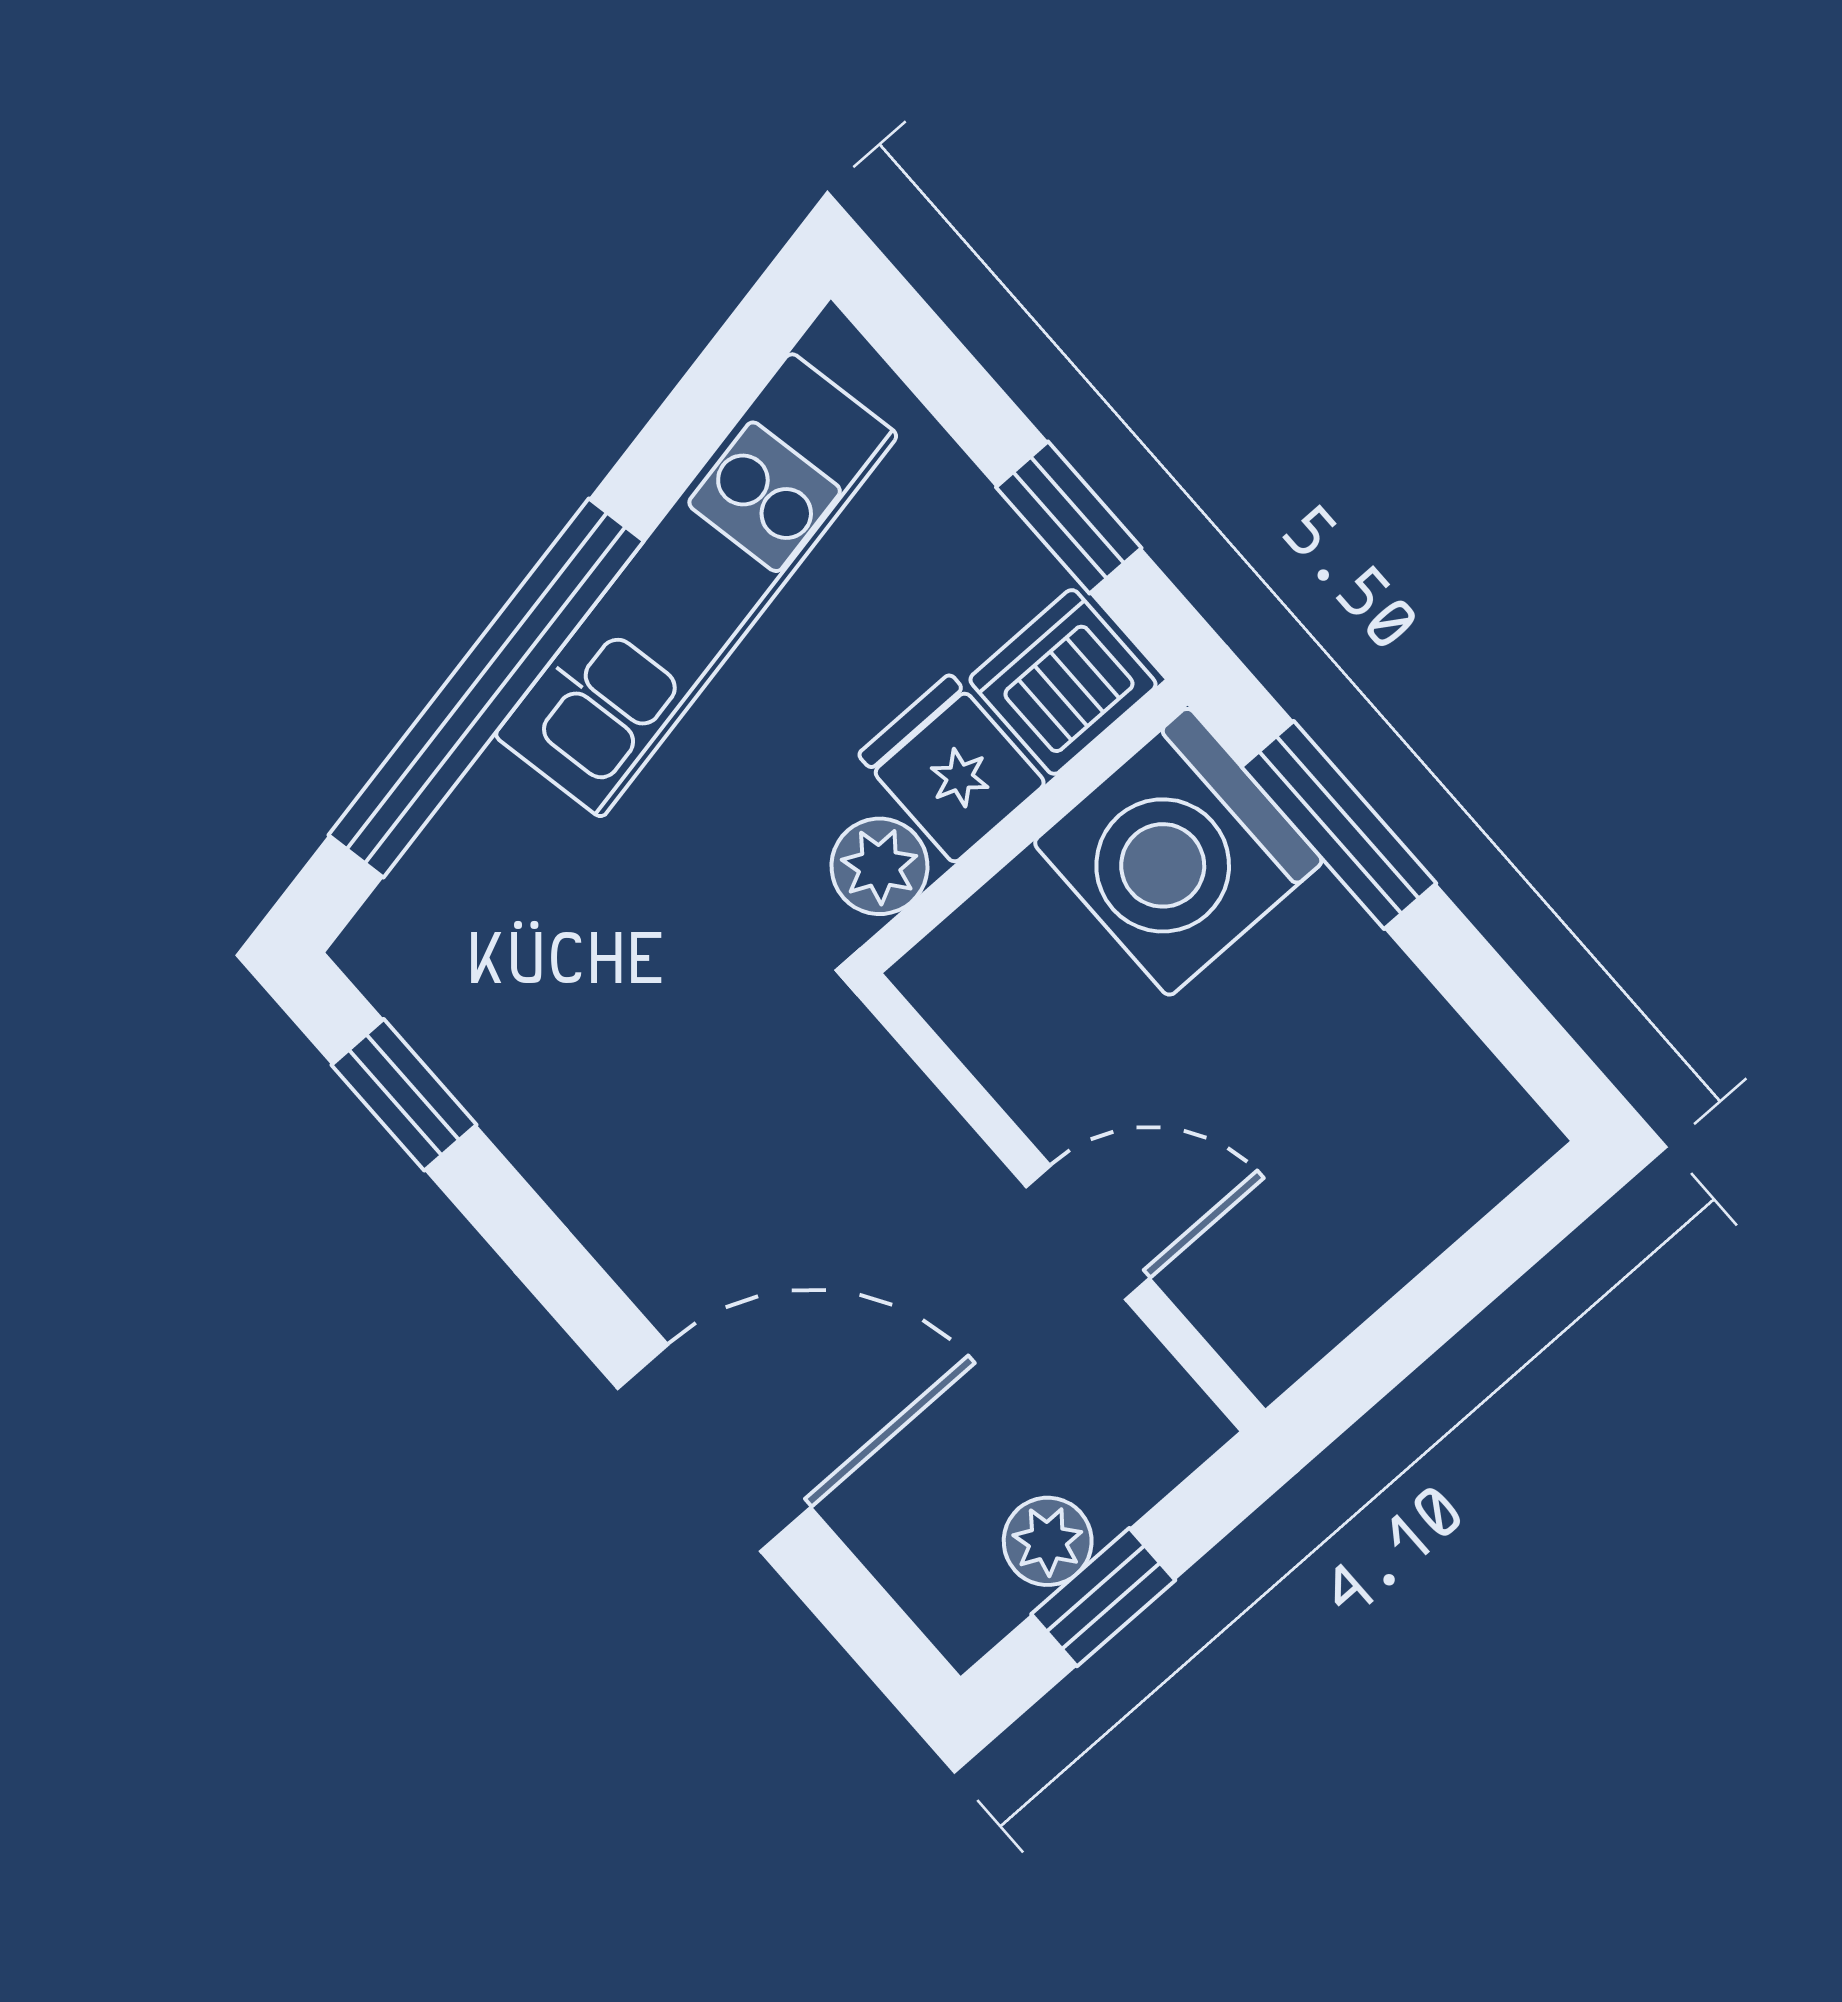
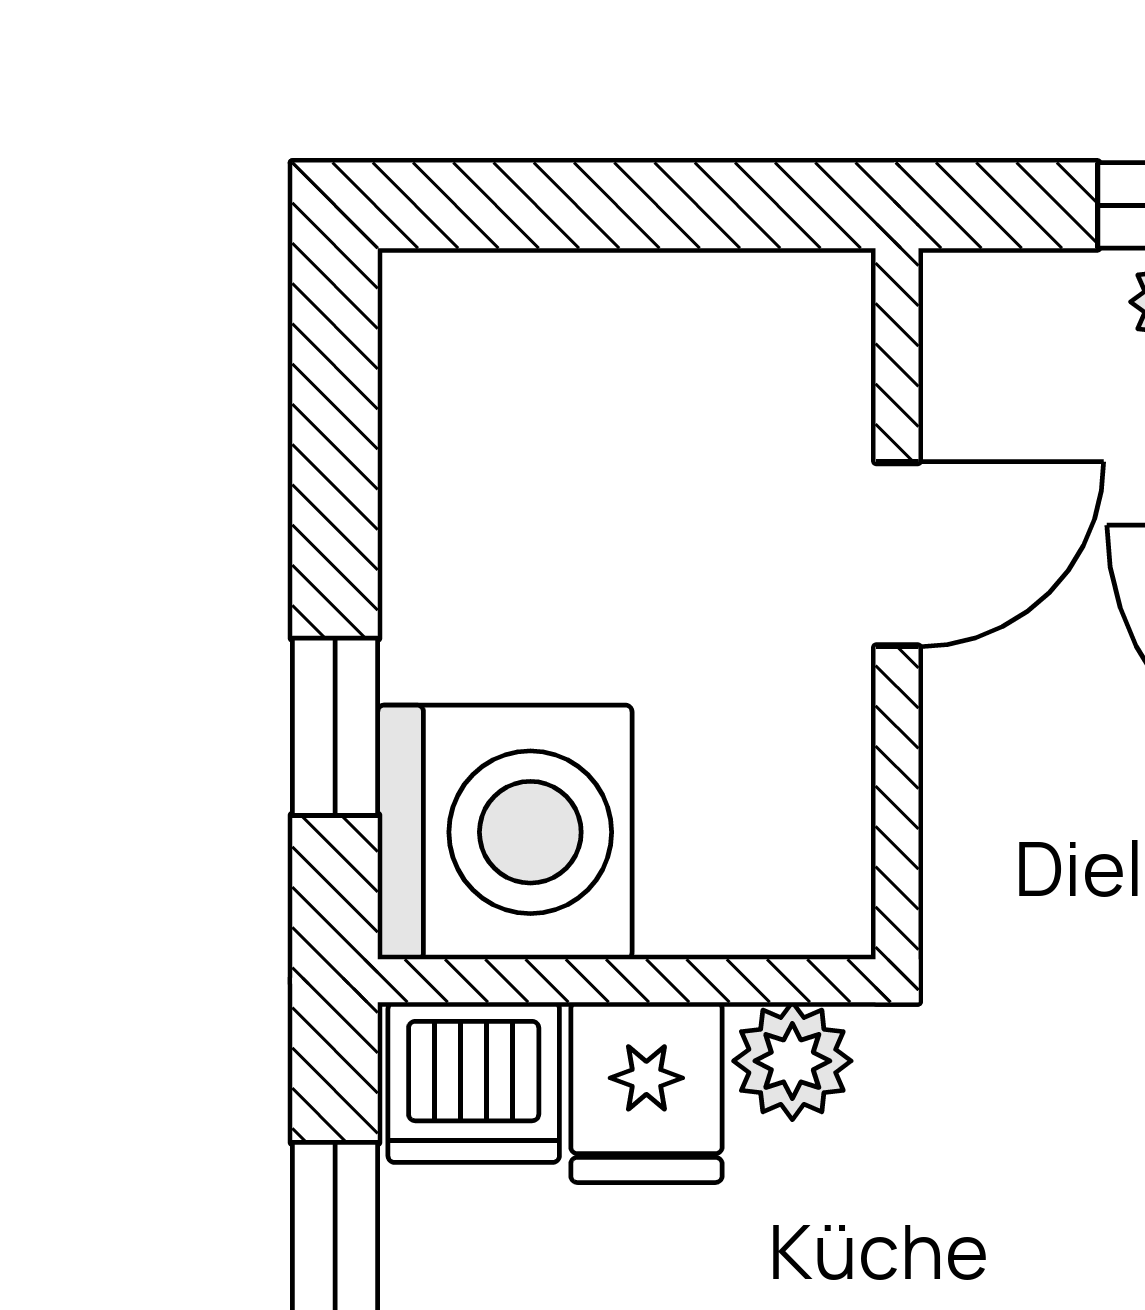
window: (1339, 825) -> (335, 727), width x0.67
door: (1088, 1233) -> (897, 554), swing flipped

